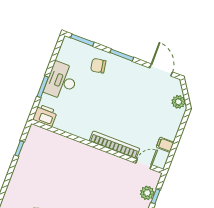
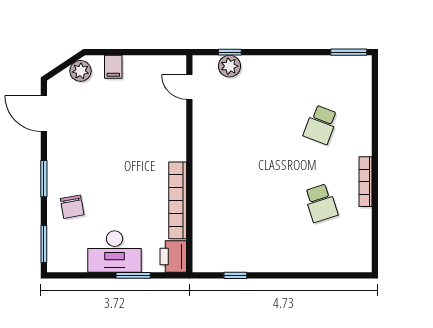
door: (161, 70) -> (44, 114), hinge flipped
bookcase: (115, 145) -> (178, 200), moved
filing cabinet: (165, 145) -> (113, 67), moved

